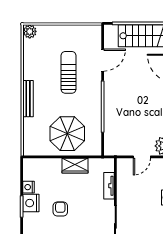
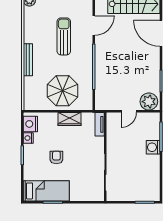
tv unit: (109, 186) -> (100, 124), moved
nightstand: (31, 203) -> (30, 124), moved

